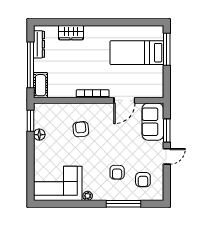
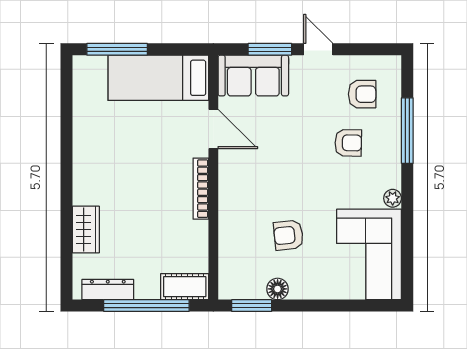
bed: (137, 53) -> (158, 78), moved, turned 90
armchair: (81, 129) -> (288, 235), moved

